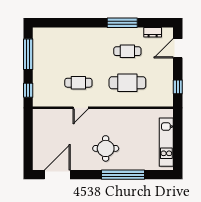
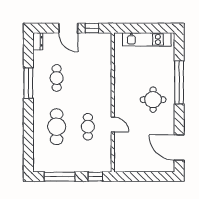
dresser: (153, 32) -> (38, 41), moved
door: (178, 48) -> (68, 28), moved
cafe table: (127, 83) -> (57, 127), moved

